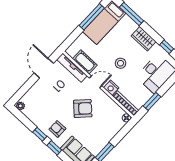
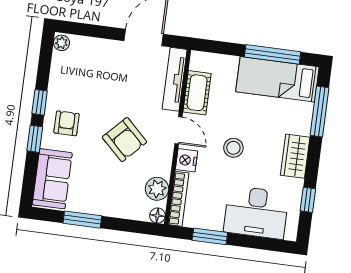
plant: (115, 110) -> (157, 189), added

